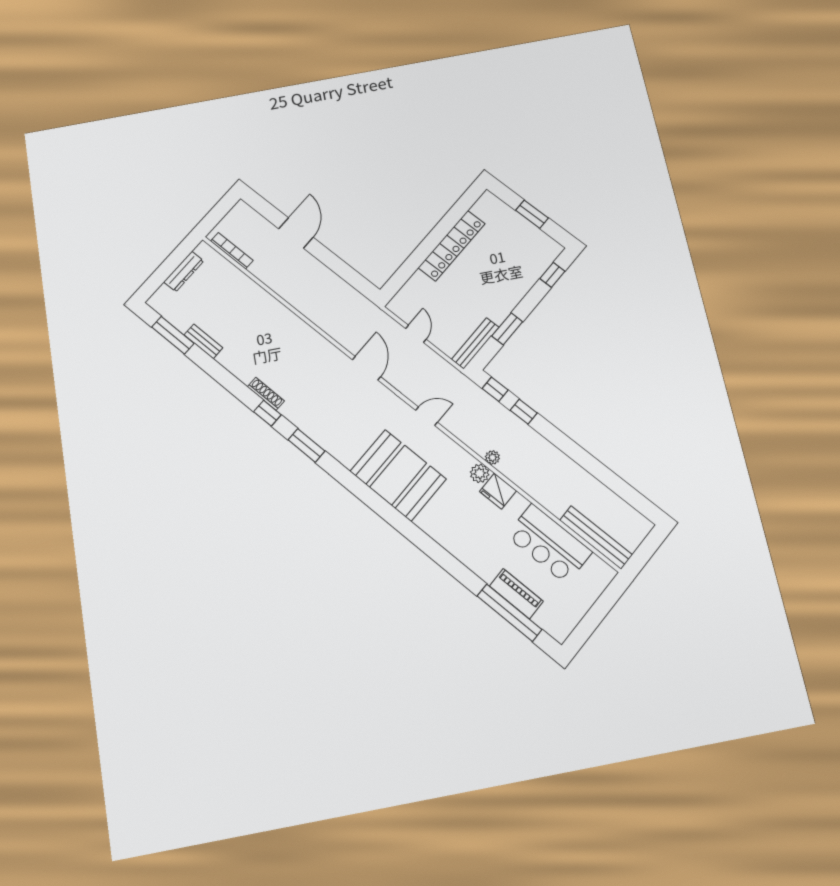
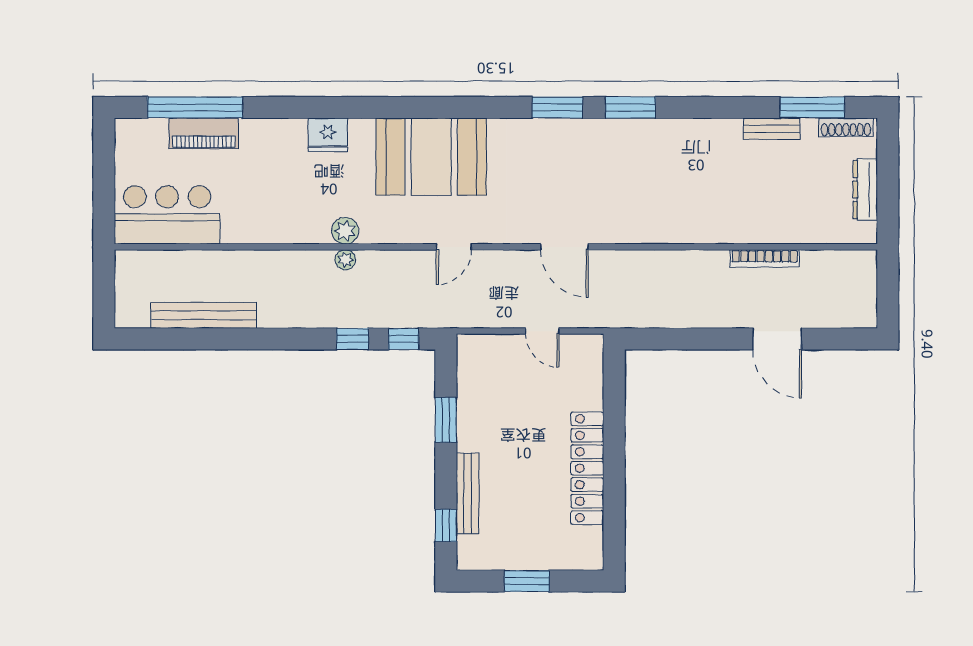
bookcase: (232, 251) -> (765, 258), moved
bench: (475, 343) -> (468, 493), moved
shoe rack: (266, 394) -> (846, 127), moved
window: (267, 413) -> (630, 107), width x1.50
fridge: (498, 491) -> (328, 135), moved, turned 180
bench: (596, 537) -> (204, 315), moved
bar counter: (549, 544) -> (167, 215), moved

